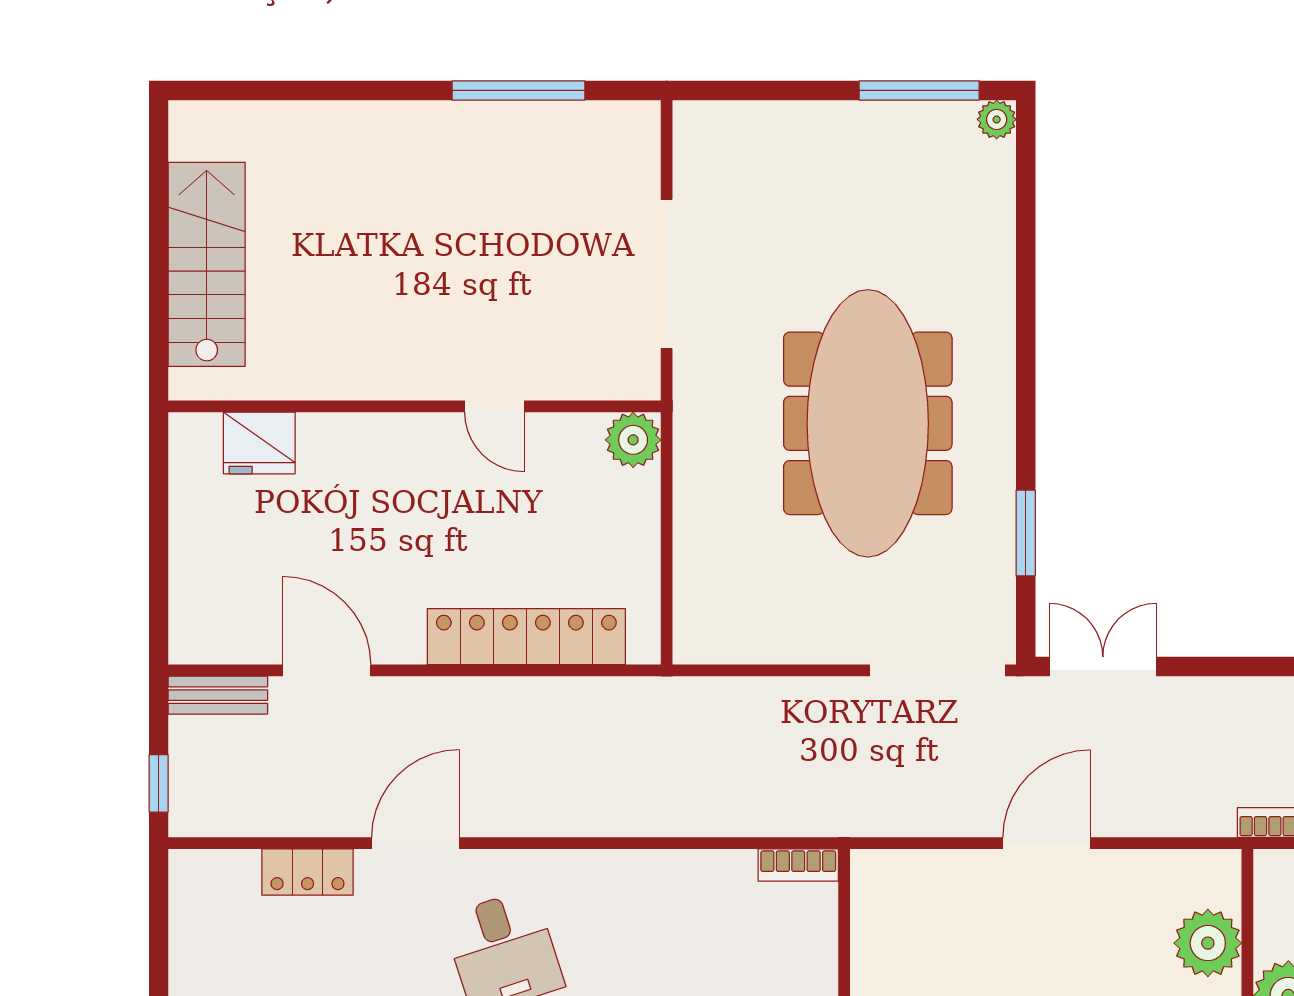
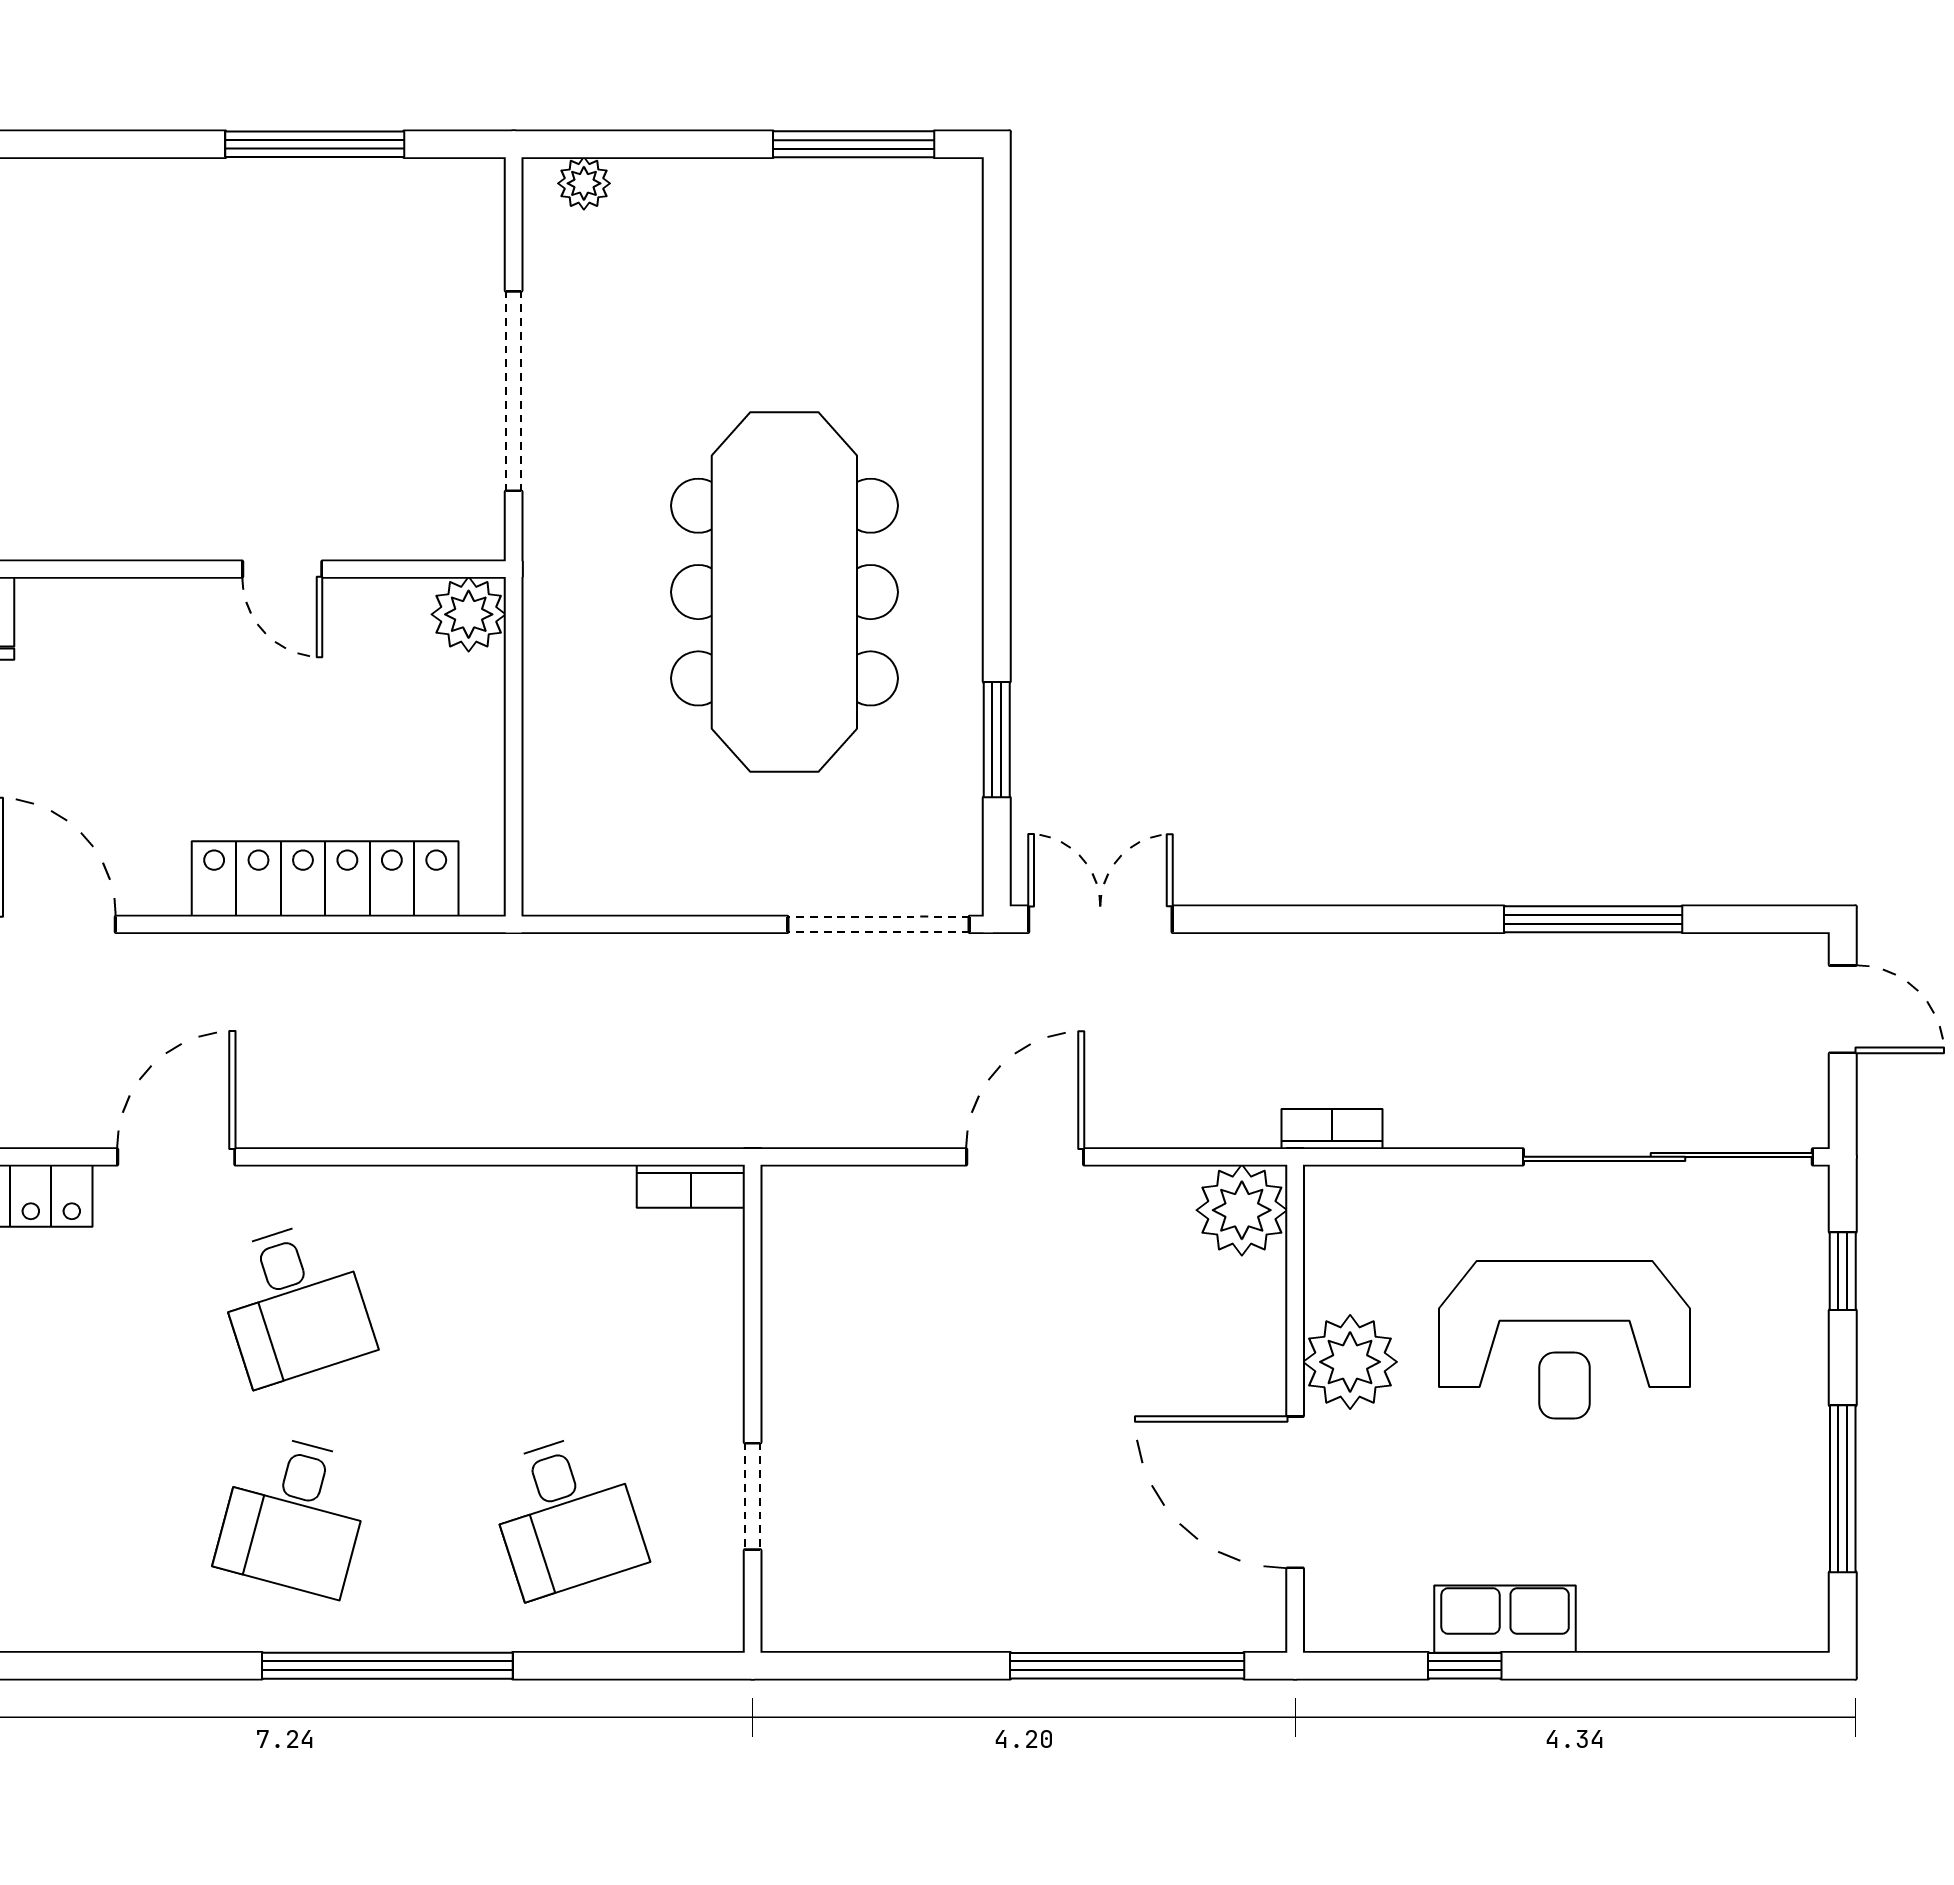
plant: (997, 119) -> (584, 183), moved
plant: (1208, 943) -> (1242, 1210), moved

